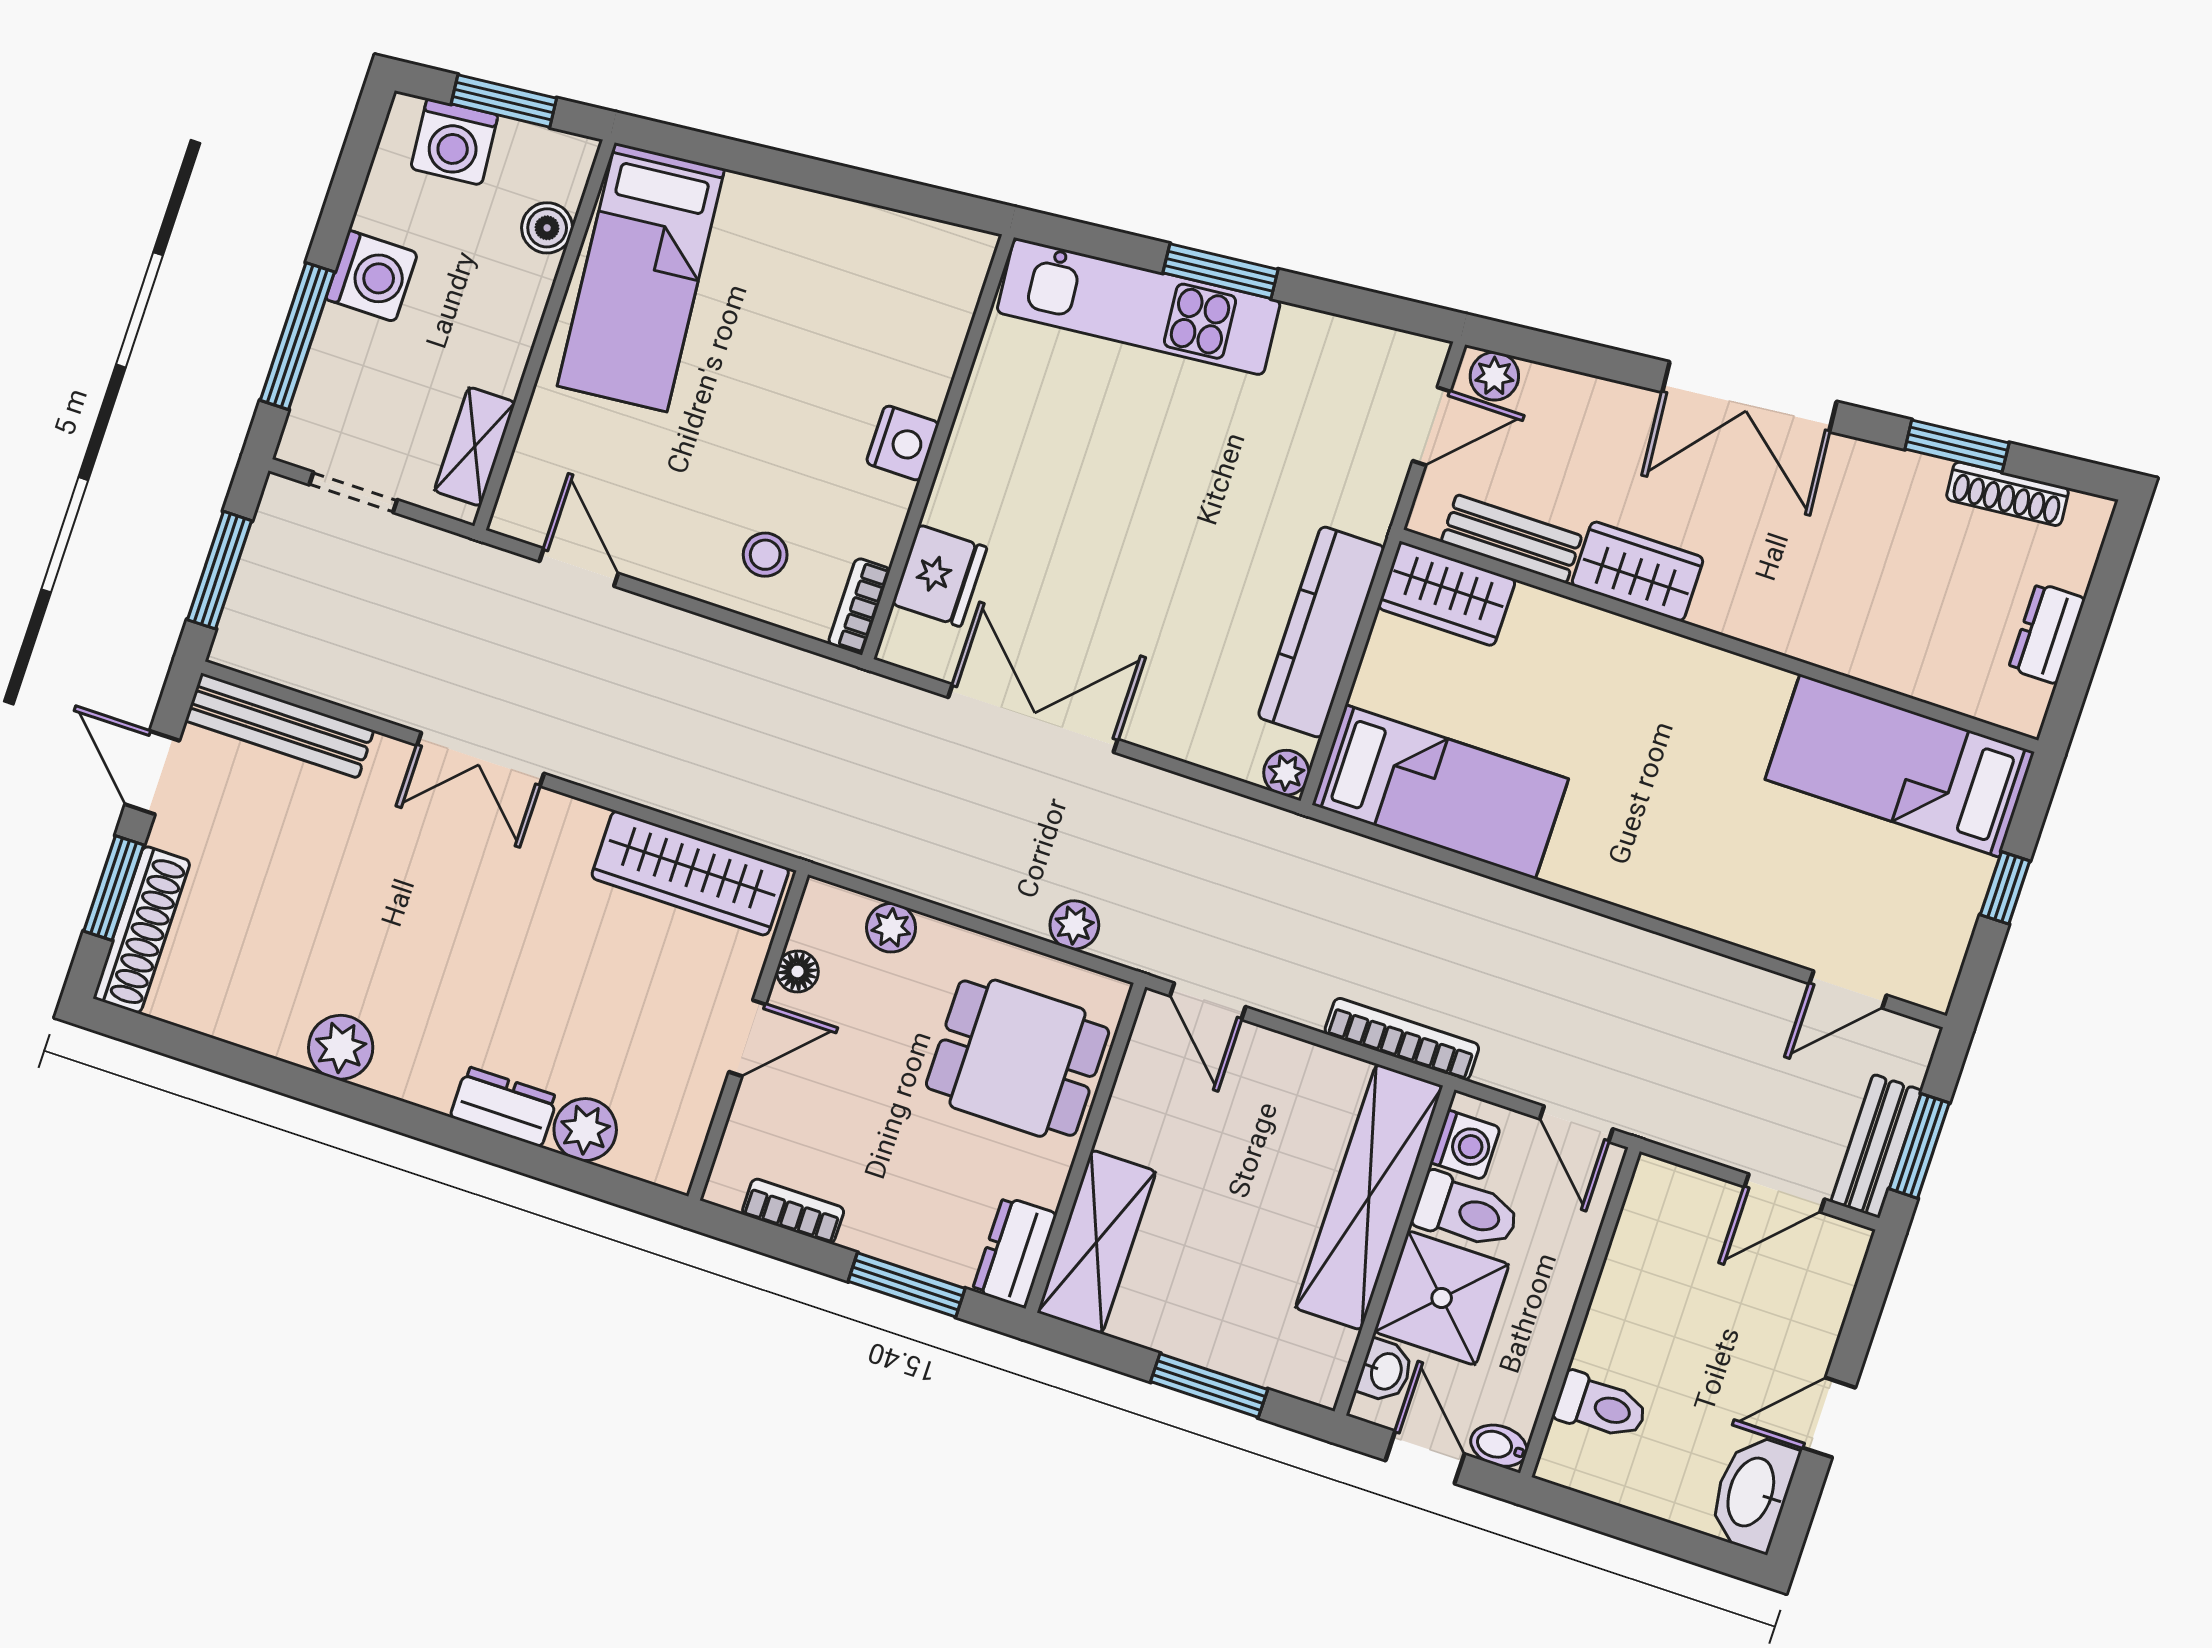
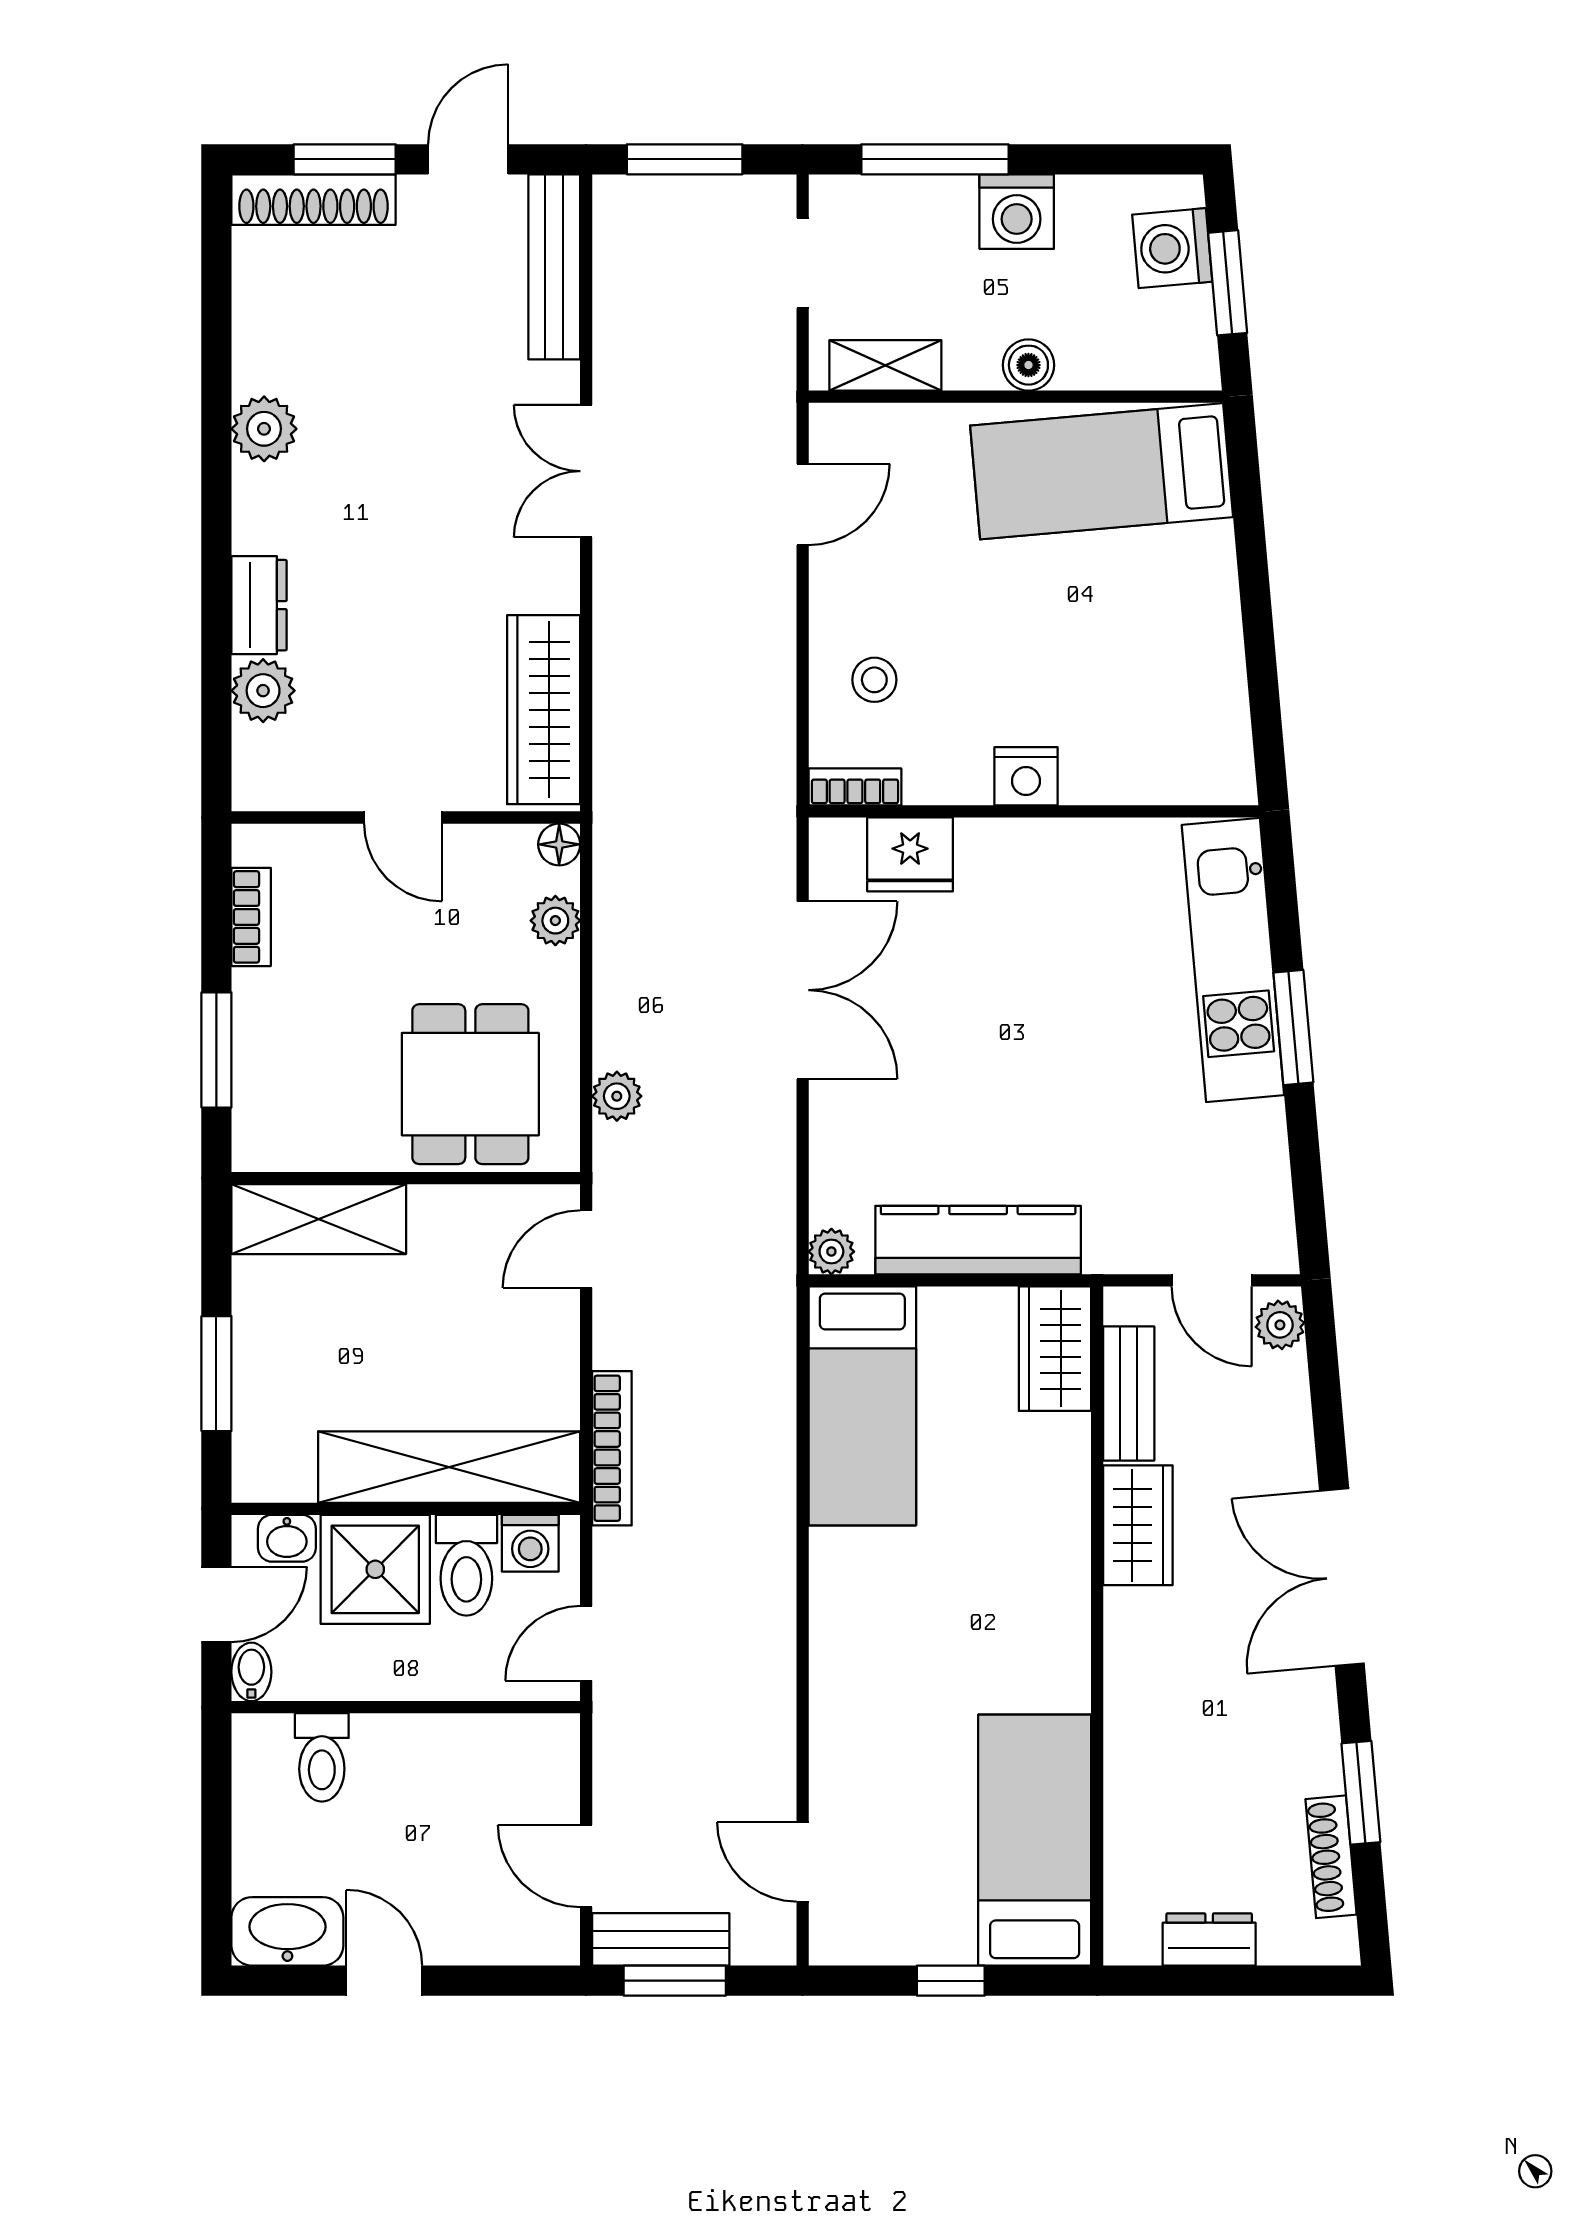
boiler: (547, 228) -> (1028, 365), moved
floor lamp: (797, 971) -> (559, 844), moved
dresser: (1015, 1252) -> (283, 1143), removed

